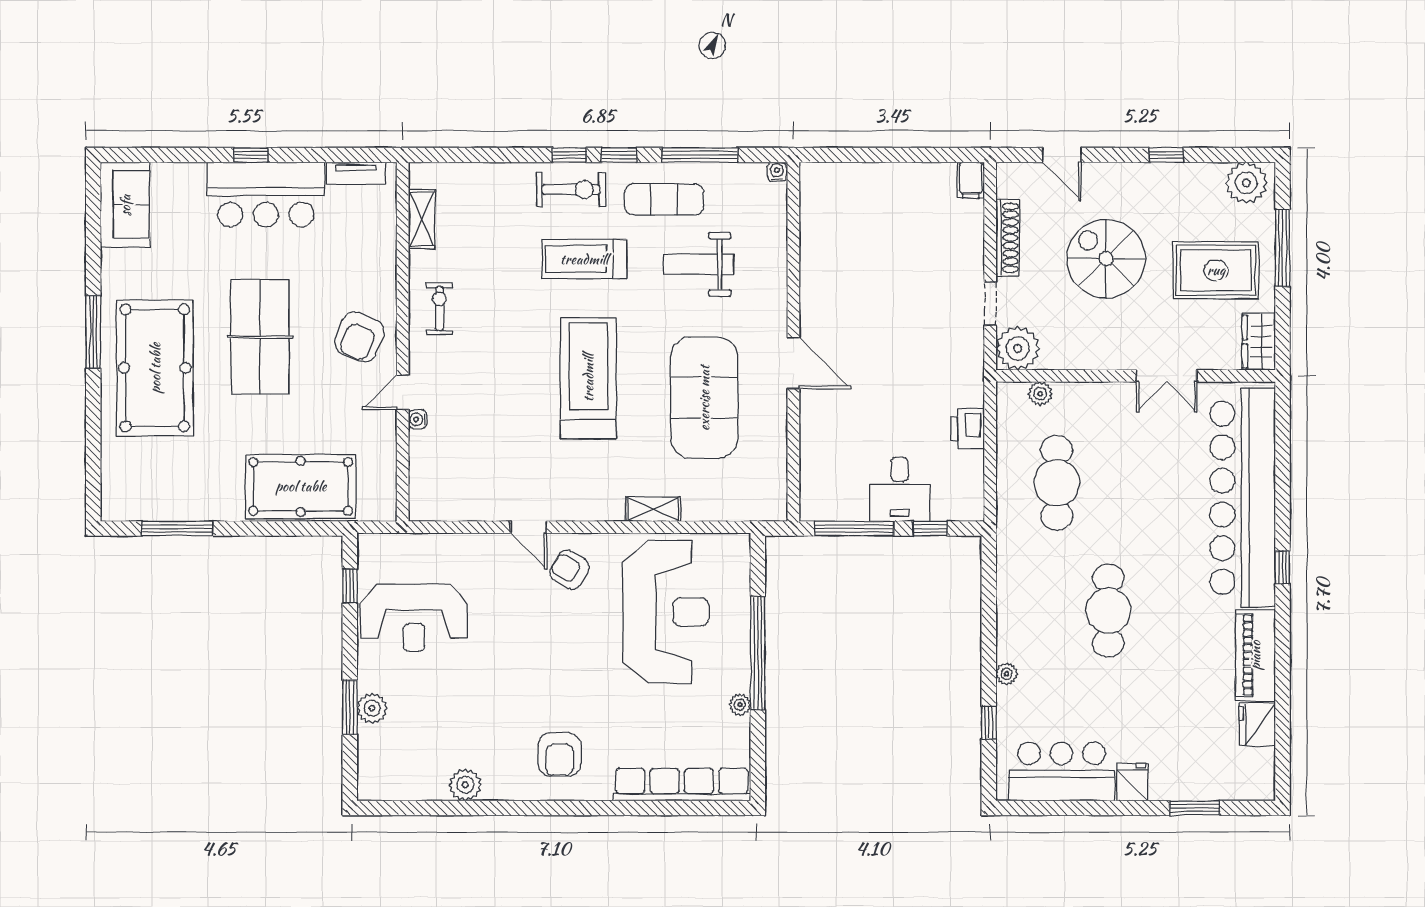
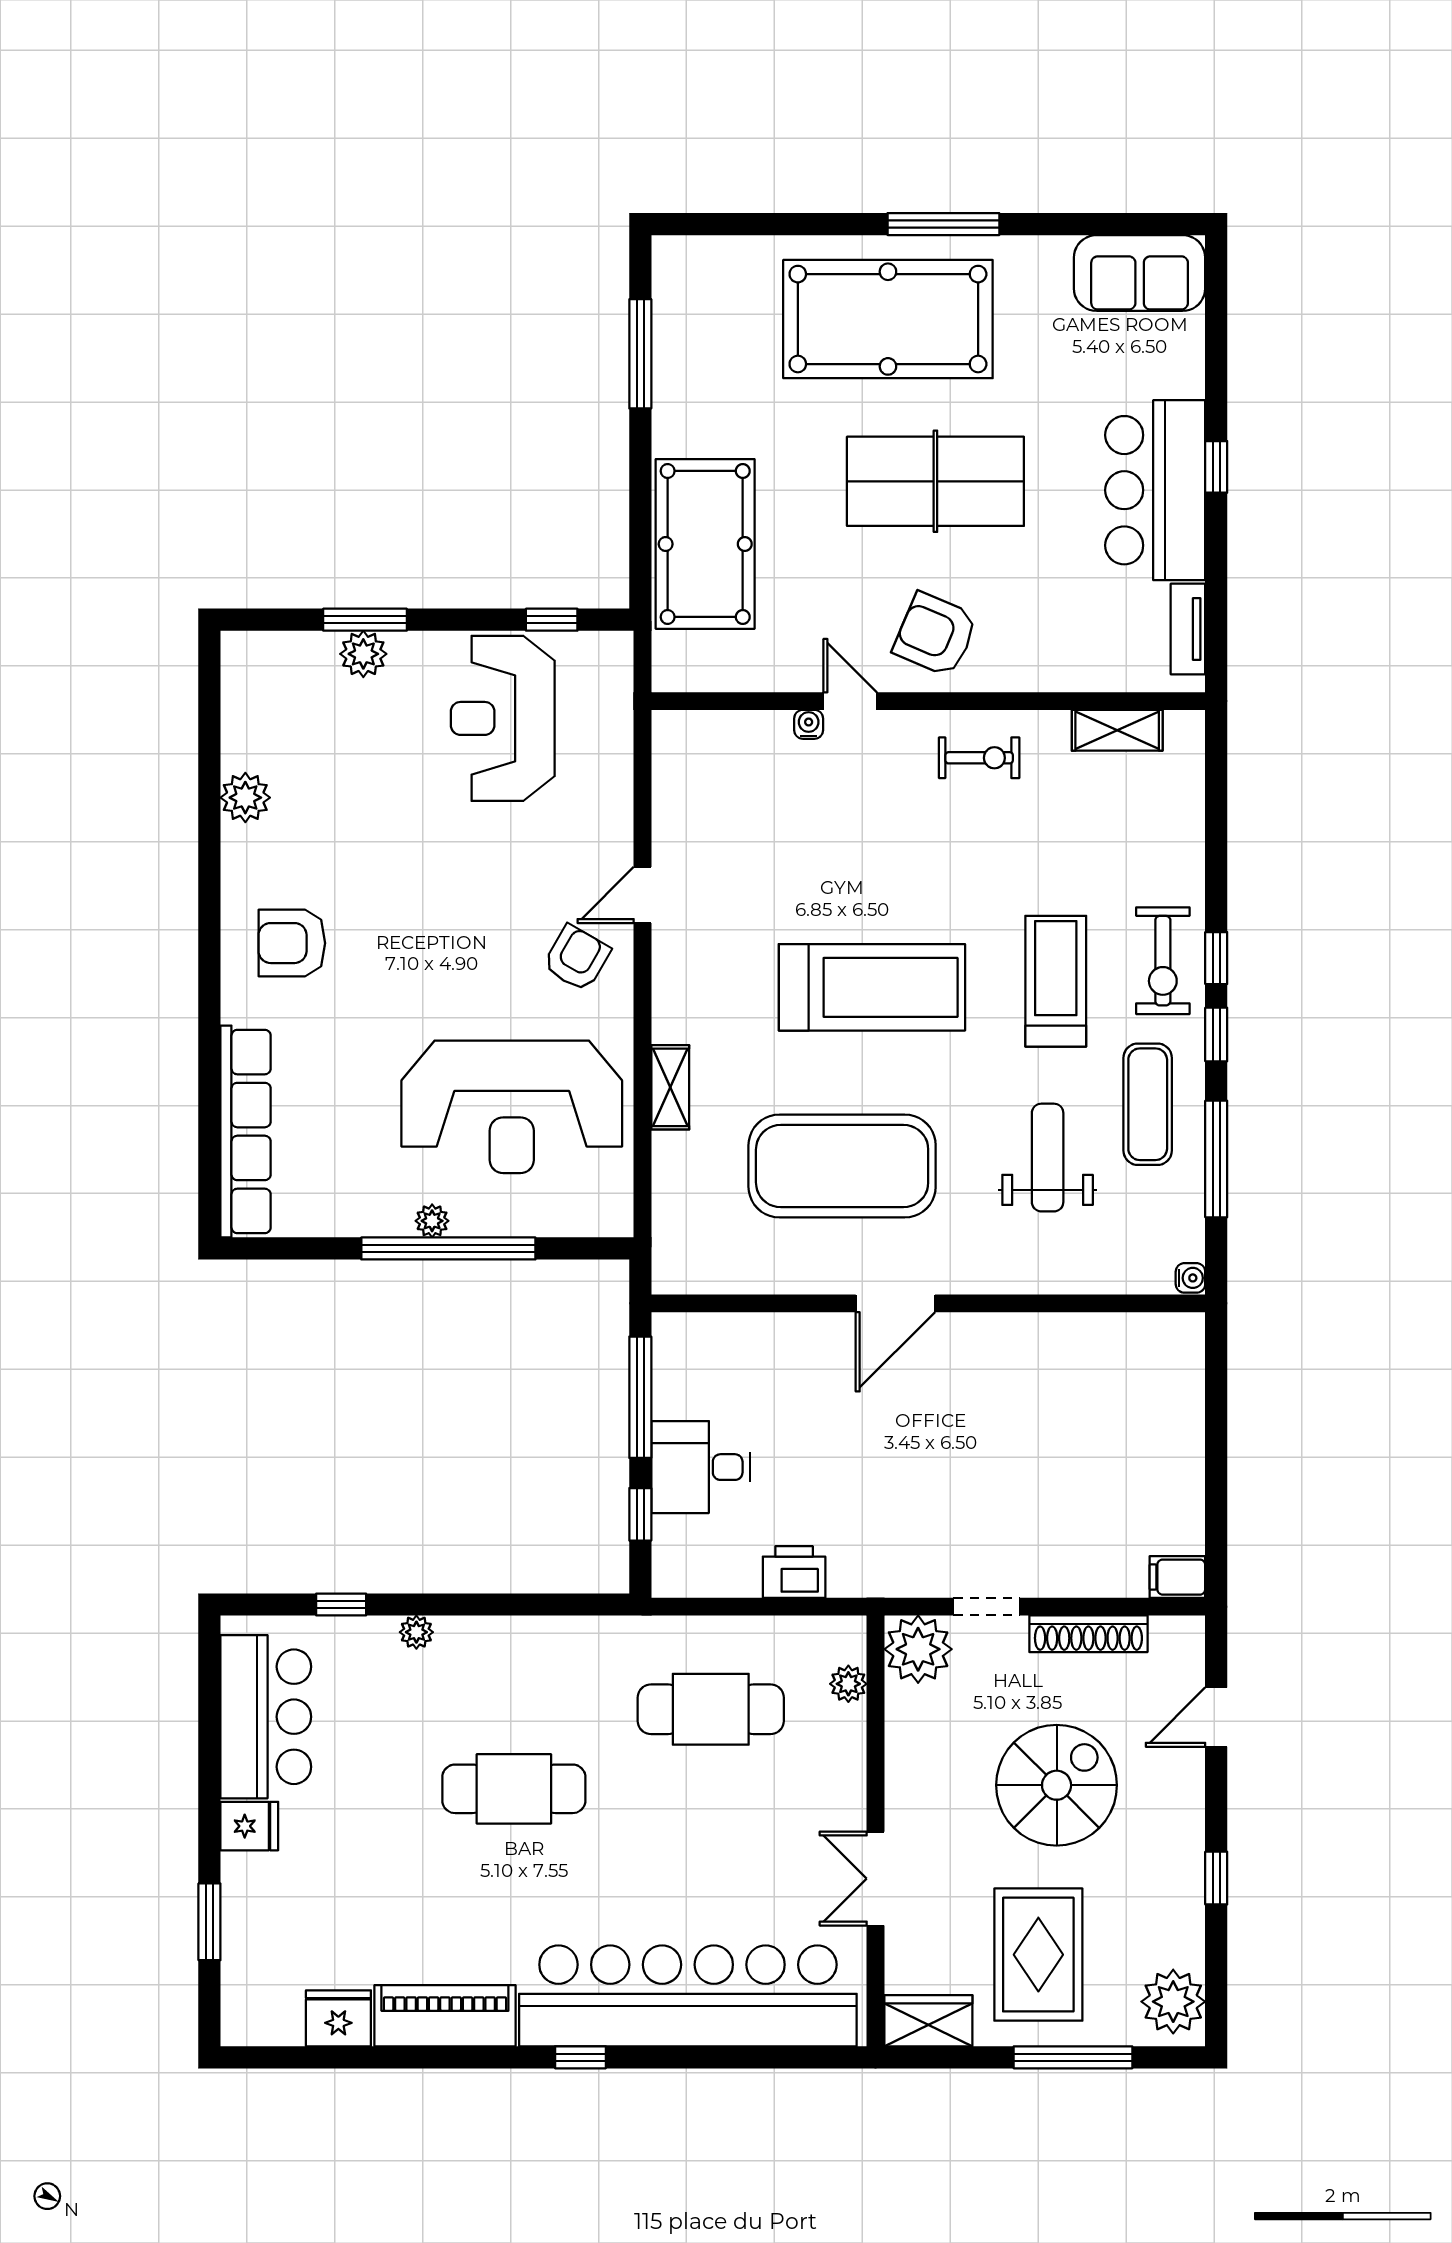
plant: (740, 705) -> (432, 1221), moved

